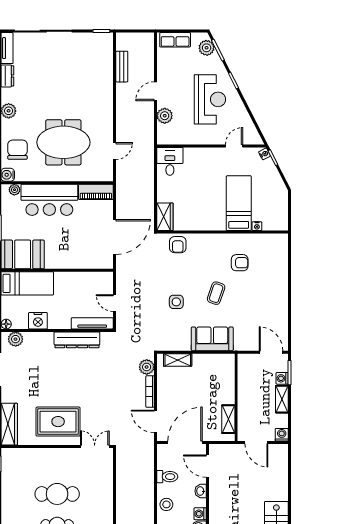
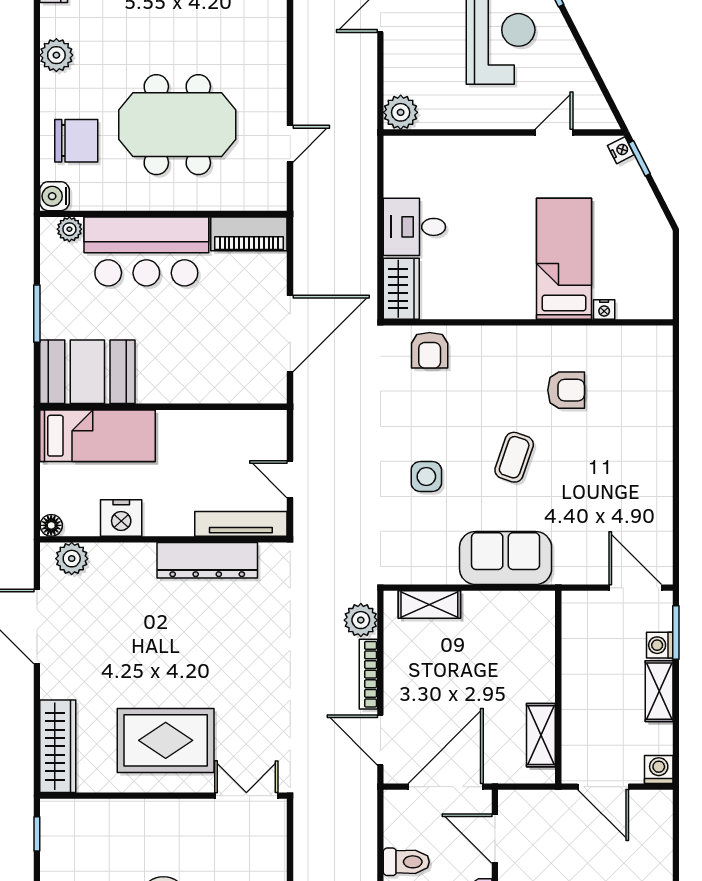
plant: (165, 116) -> (401, 112), moved
chair: (18, 150) -> (76, 141), turned 90
desk: (170, 161) -> (414, 227), moved, turned -90

